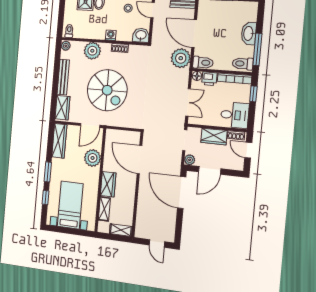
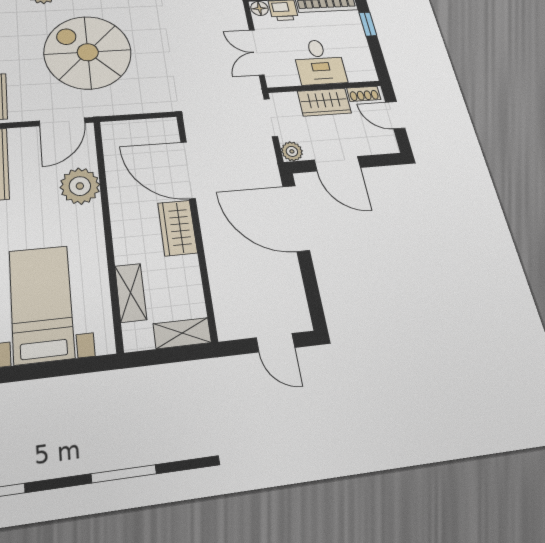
spiral stairs: (107, 90) -> (88, 52), turned 180
double door: (188, 102) -> (257, 52), swing flipped
desk: (235, 115) -> (319, 62), moved, turned 90
door: (210, 170) -> (337, 164), hinge flipped
wardrobe: (108, 184) -> (177, 228), moved, turned 180

